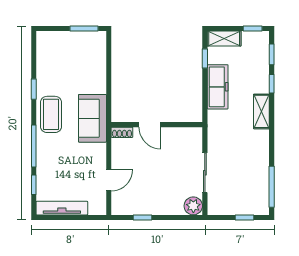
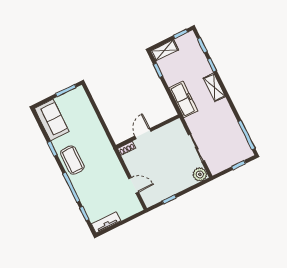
freezer: (218, 87) -> (183, 100), moved
sofa: (92, 118) -> (52, 120), moved, turned 180
door: (150, 125) -> (143, 134), swing flipped
door: (109, 180) -> (134, 185), hinge flipped
tv unit: (62, 208) -> (106, 223), width x0.71

